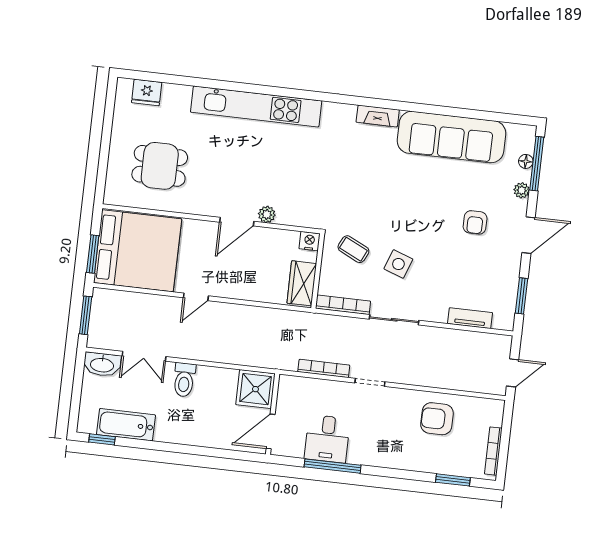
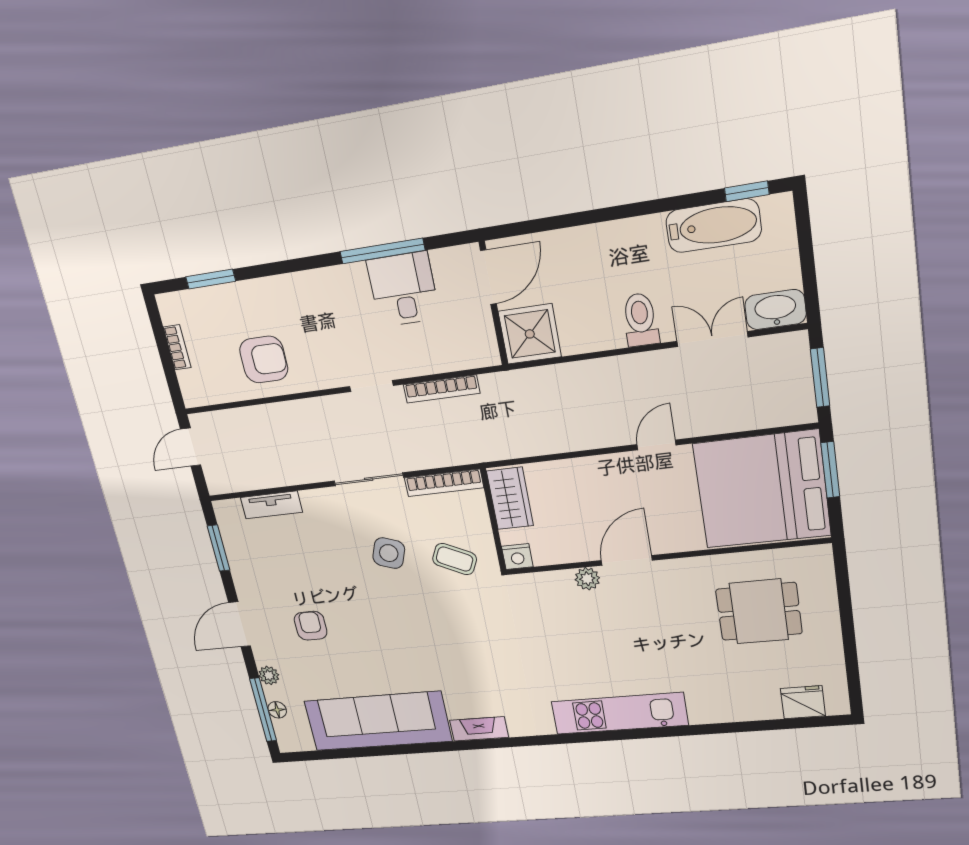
kitchen unit: (256, 106) -> (619, 713), width x0.73
bookcase: (493, 451) -> (177, 347), width x0.64

